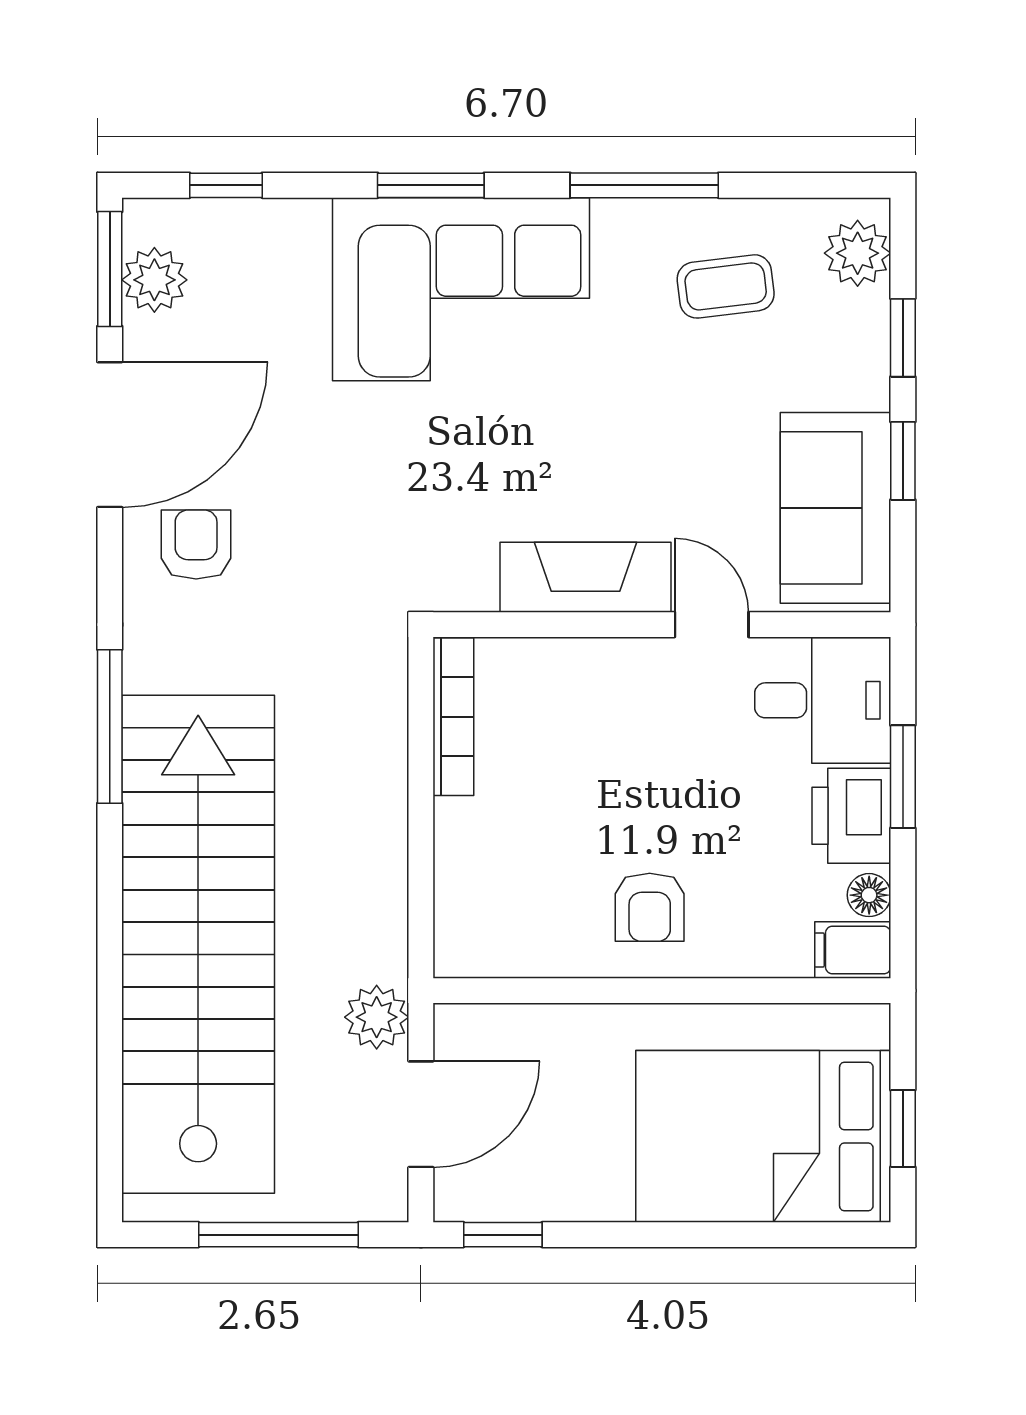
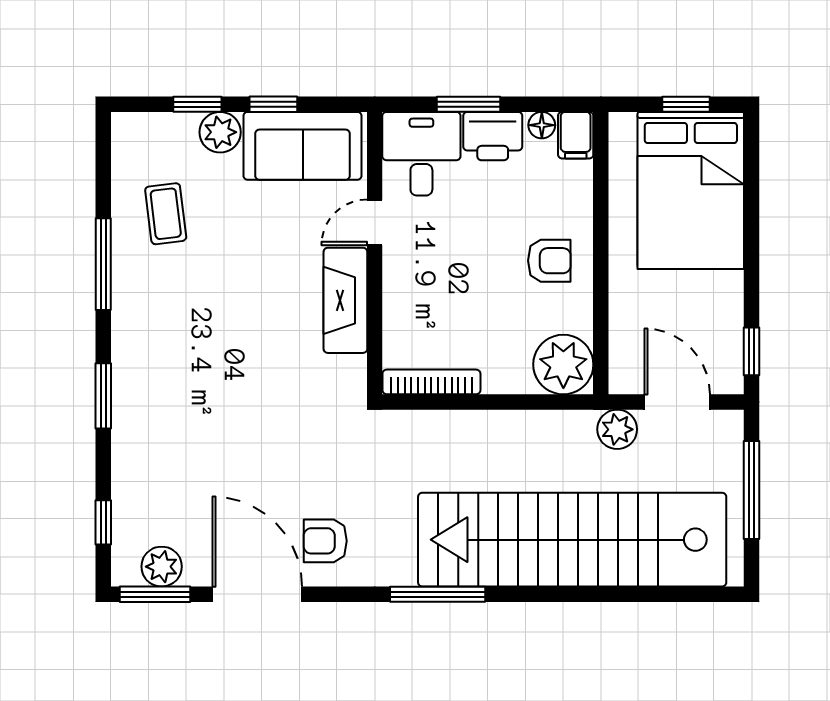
plant: (858, 253) -> (220, 132), moved
corner sofa: (461, 289) -> (167, 377), removed
plant: (482, 930) -> (563, 365), added

